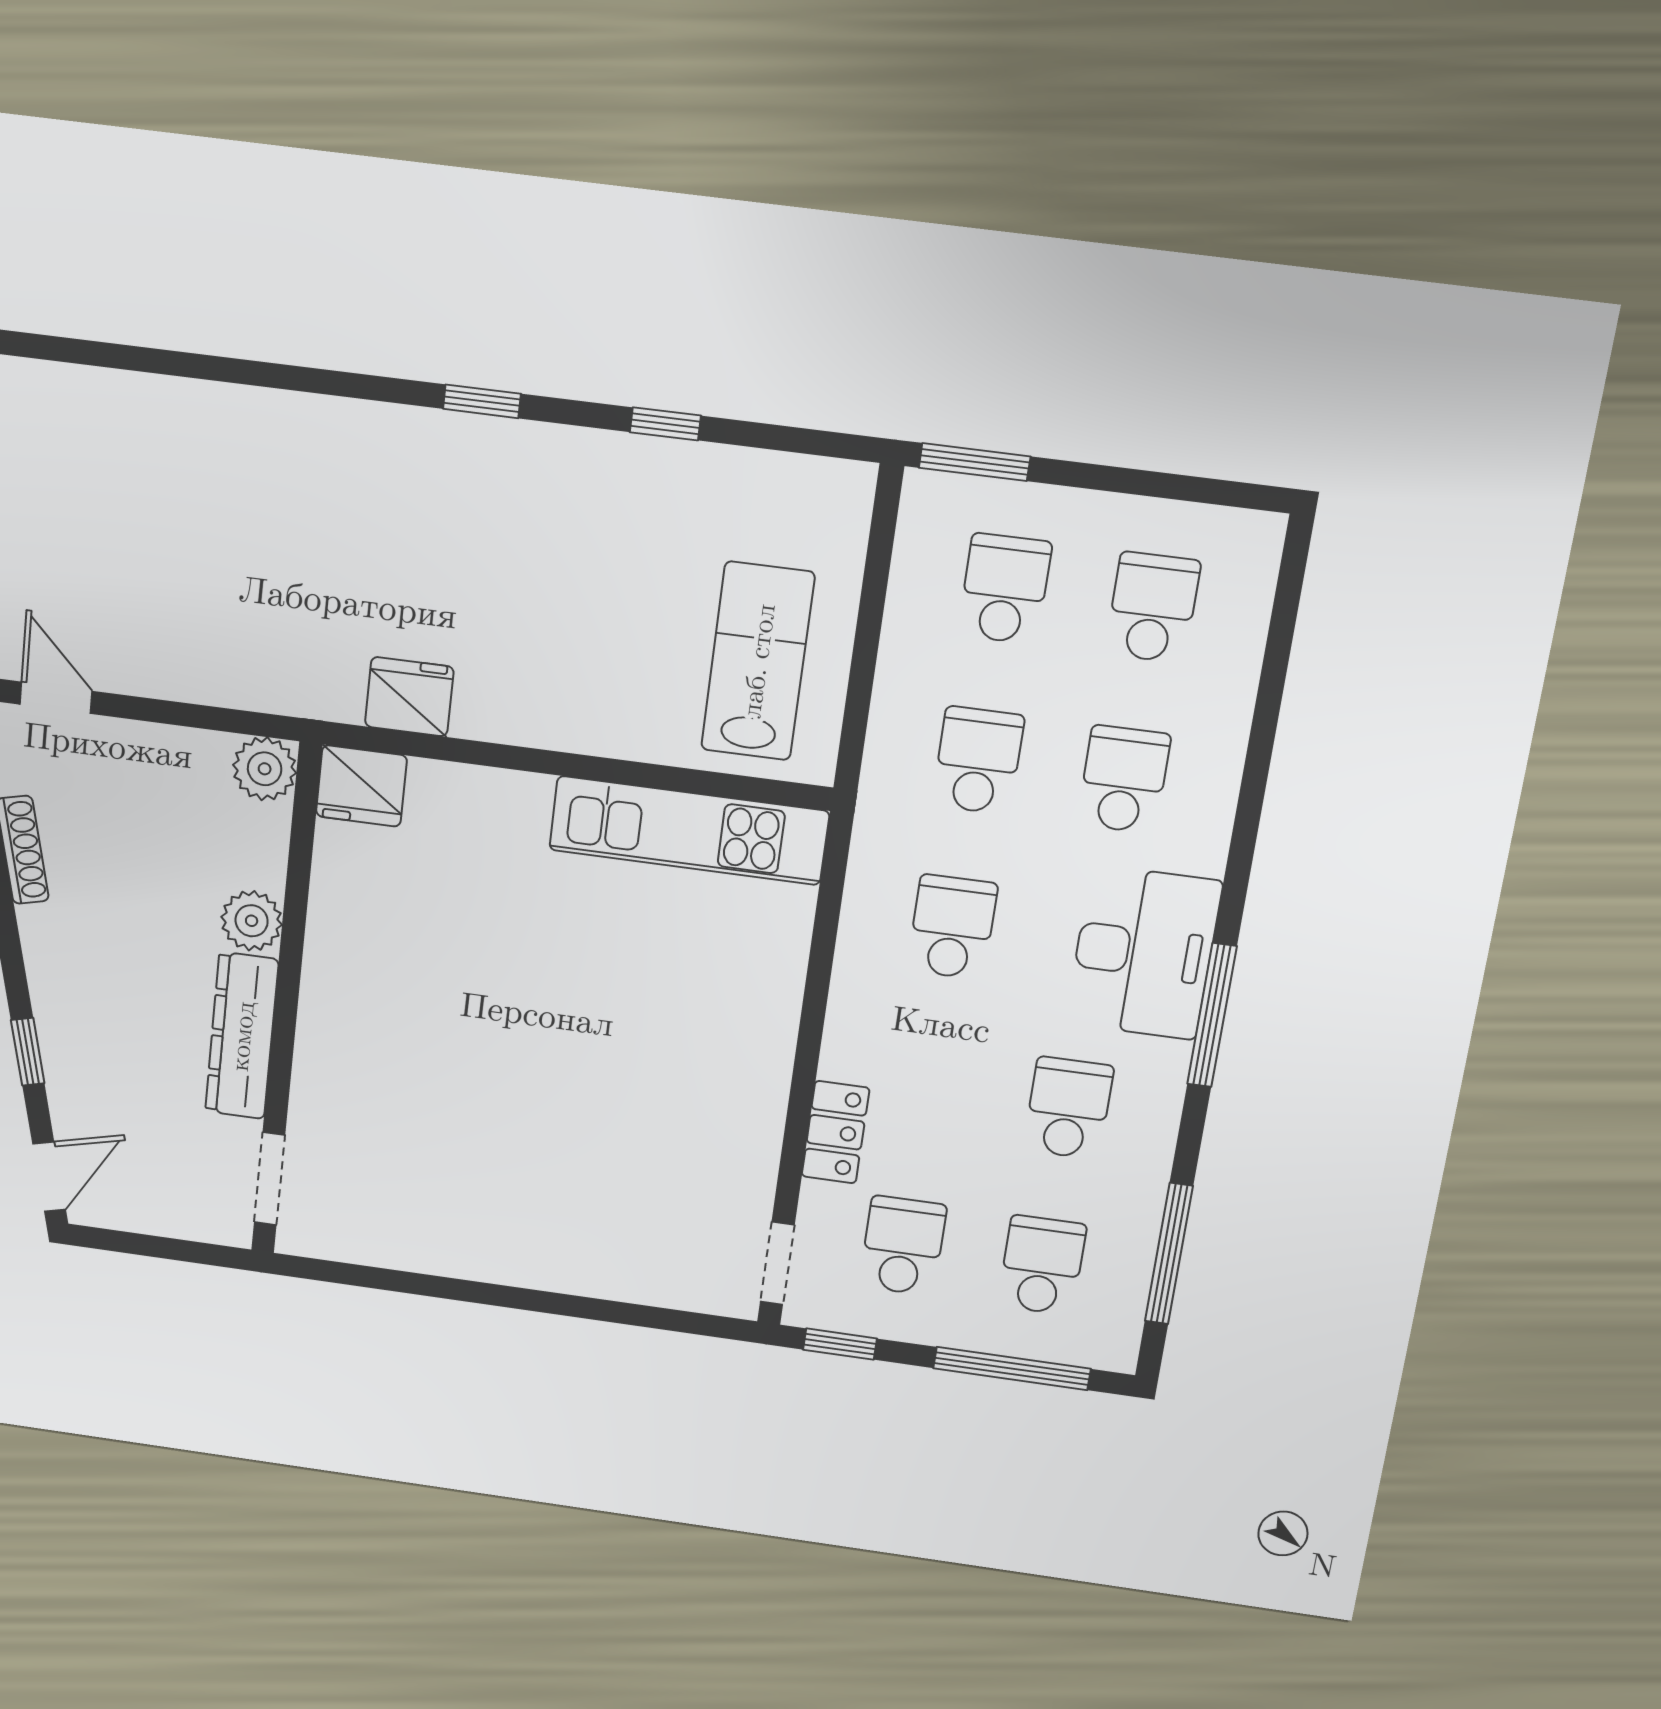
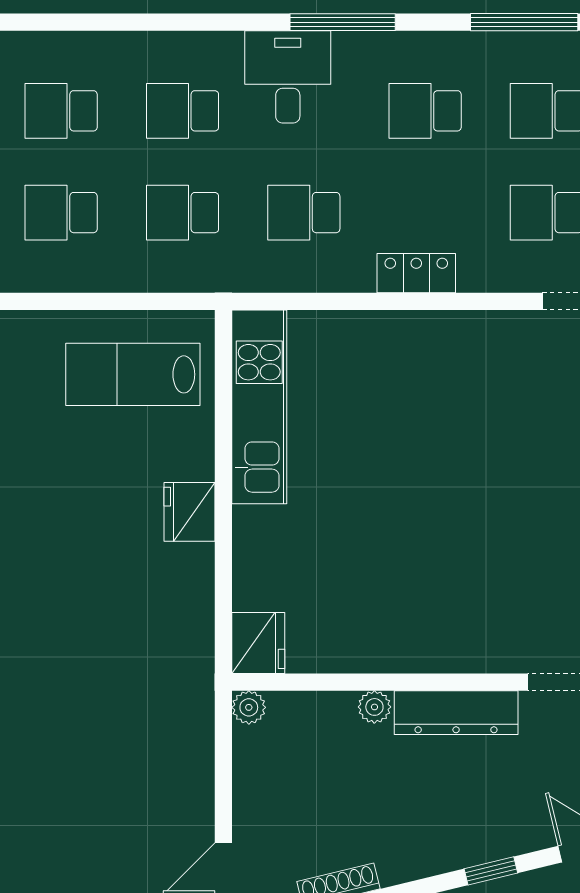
fridge: (409, 697) -> (190, 512), moved
plant: (265, 769) -> (249, 707), width x0.73, depth x0.73
plant: (252, 921) -> (374, 707), width x0.73, depth x0.73
desk: (1144, 953) -> (288, 77), width x0.73
locker: (835, 1132) -> (416, 273), moved

